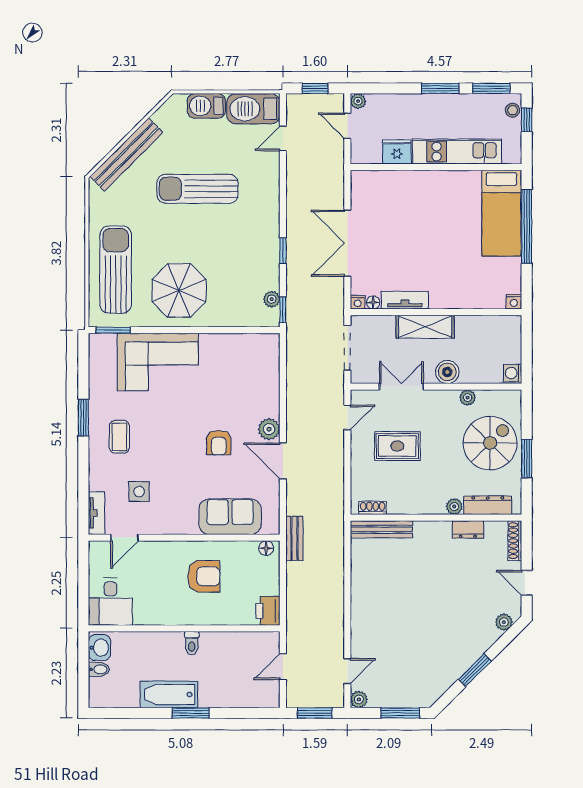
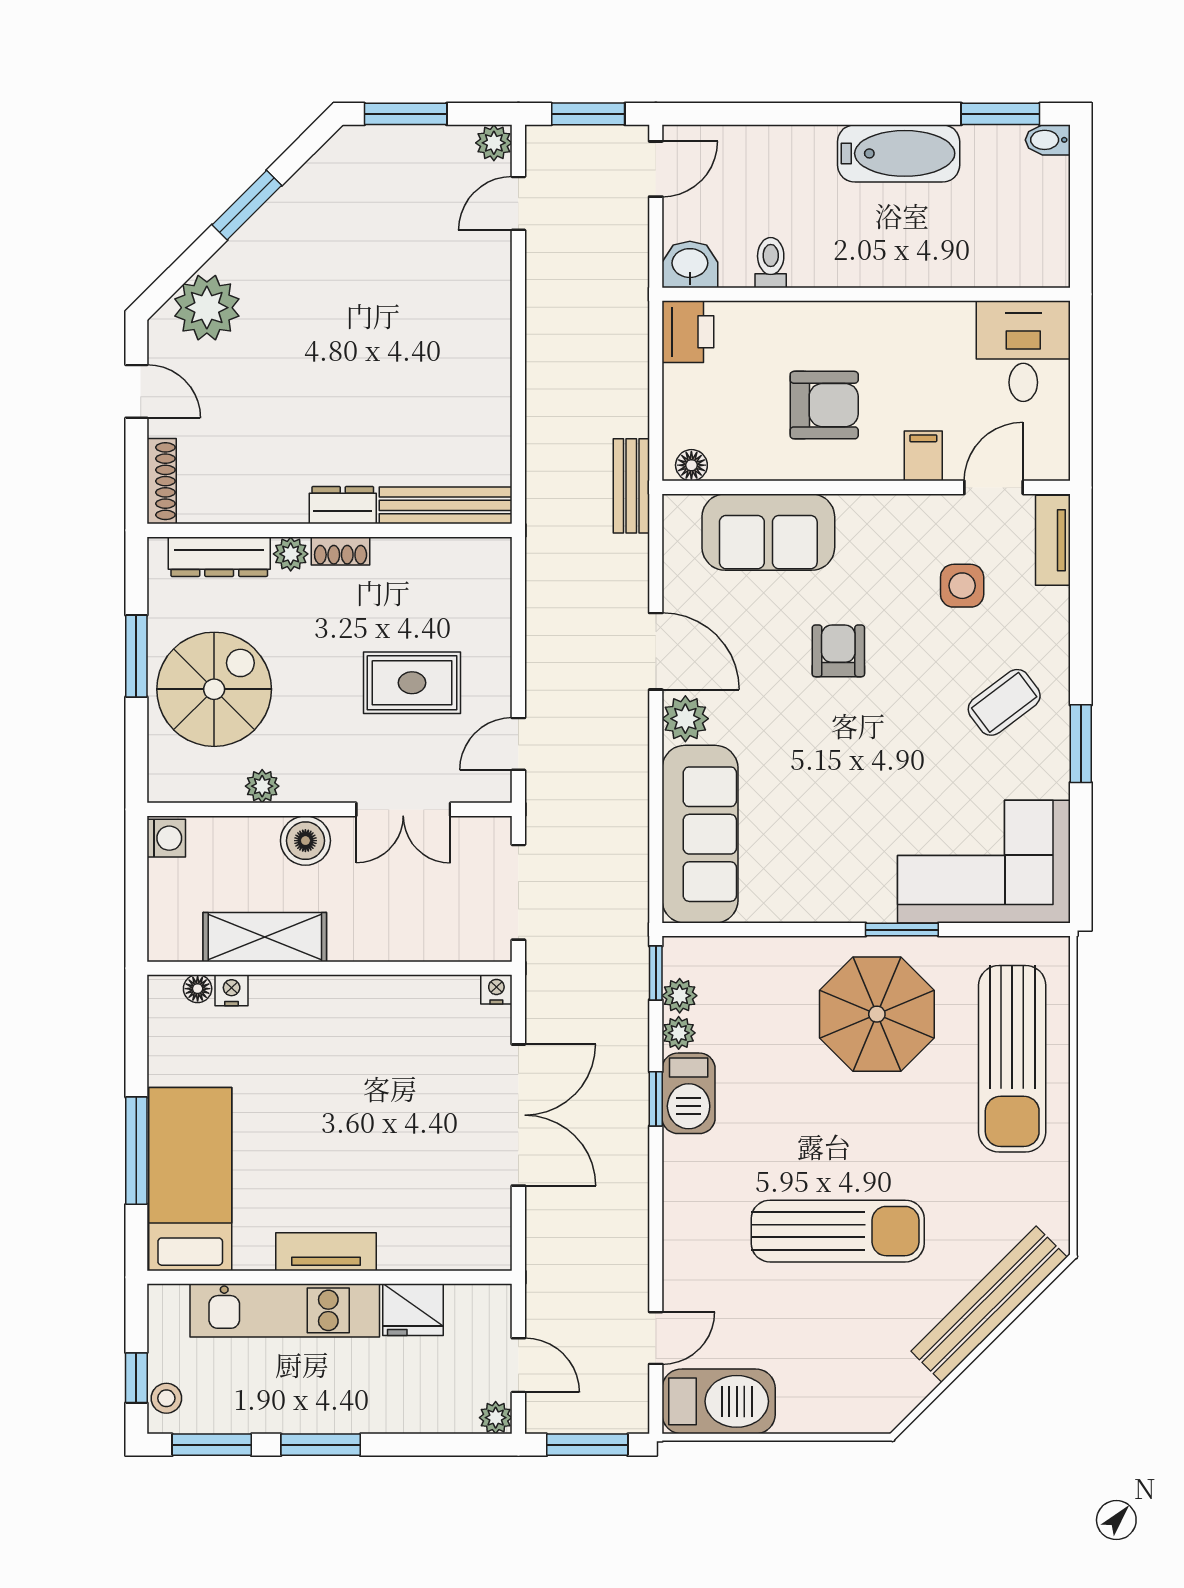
window: (315, 88) -> (587, 1445), width x1.50
barbecue: (206, 106) -> (689, 1093), moved, turned 90
window: (527, 226) -> (136, 1151), width x0.68
plant: (272, 282) -> (679, 1033), added
tv unit: (405, 300) -> (326, 1252), moved, turned 180
floor lamp: (373, 302) -> (198, 989), moved
nightstand: (514, 302) -> (232, 990), moved
shelving: (425, 327) -> (265, 937), moved
window: (113, 330) -> (902, 930), moved
corner sofa: (158, 362) -> (984, 862), moved
sofa: (262, 375) -> (700, 834), added
coffee table: (119, 437) -> (1004, 702), turned 53
armchair: (219, 443) -> (838, 651), moved
spiral stairs: (490, 443) -> (214, 689), turned 180
shoe rack: (373, 508) -> (341, 551), moved
dresser: (468, 529) -> (343, 505), moved
filing cabinet: (157, 553) -> (923, 456), added
armchair: (204, 576) -> (824, 405), turned 180
plant: (504, 622) -> (207, 308), width x1.87, depth x1.87
toilet: (192, 643) -> (771, 263), moved
washbasin: (99, 648) -> (690, 264), moved, turned 90
door: (283, 667) -> (656, 169), moved
bidet: (99, 669) -> (1048, 140), moved
window: (191, 713) -> (1000, 114), moved

